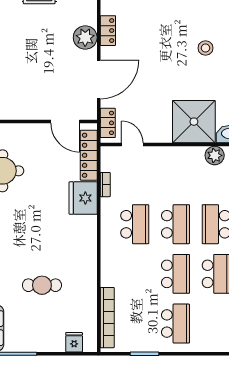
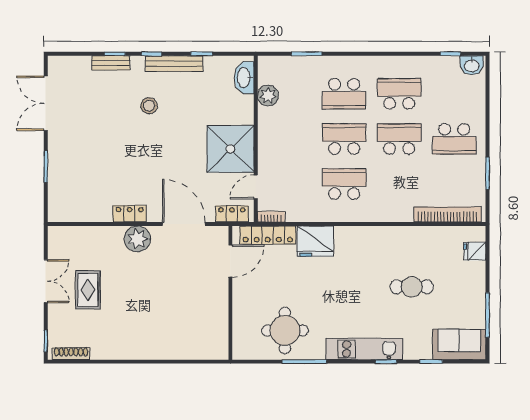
shower: (194, 122) -> (230, 149), moved
bookcase: (105, 185) -> (271, 217), moved
cafe table: (42, 285) -> (412, 287), turned 90
school desk: (175, 324) -> (454, 139), turned 180

